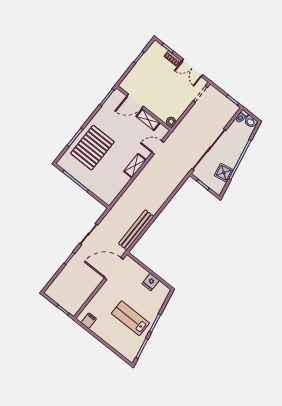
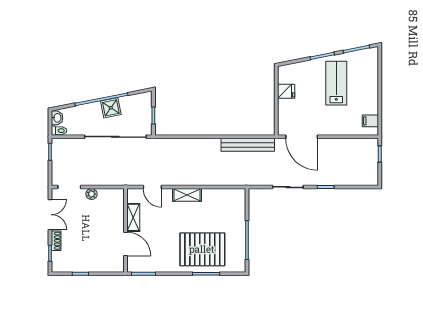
plant: (171, 122) -> (91, 194), moved
shower: (224, 173) -> (111, 108), moved
lab bench: (130, 318) -> (336, 83), turned 180

